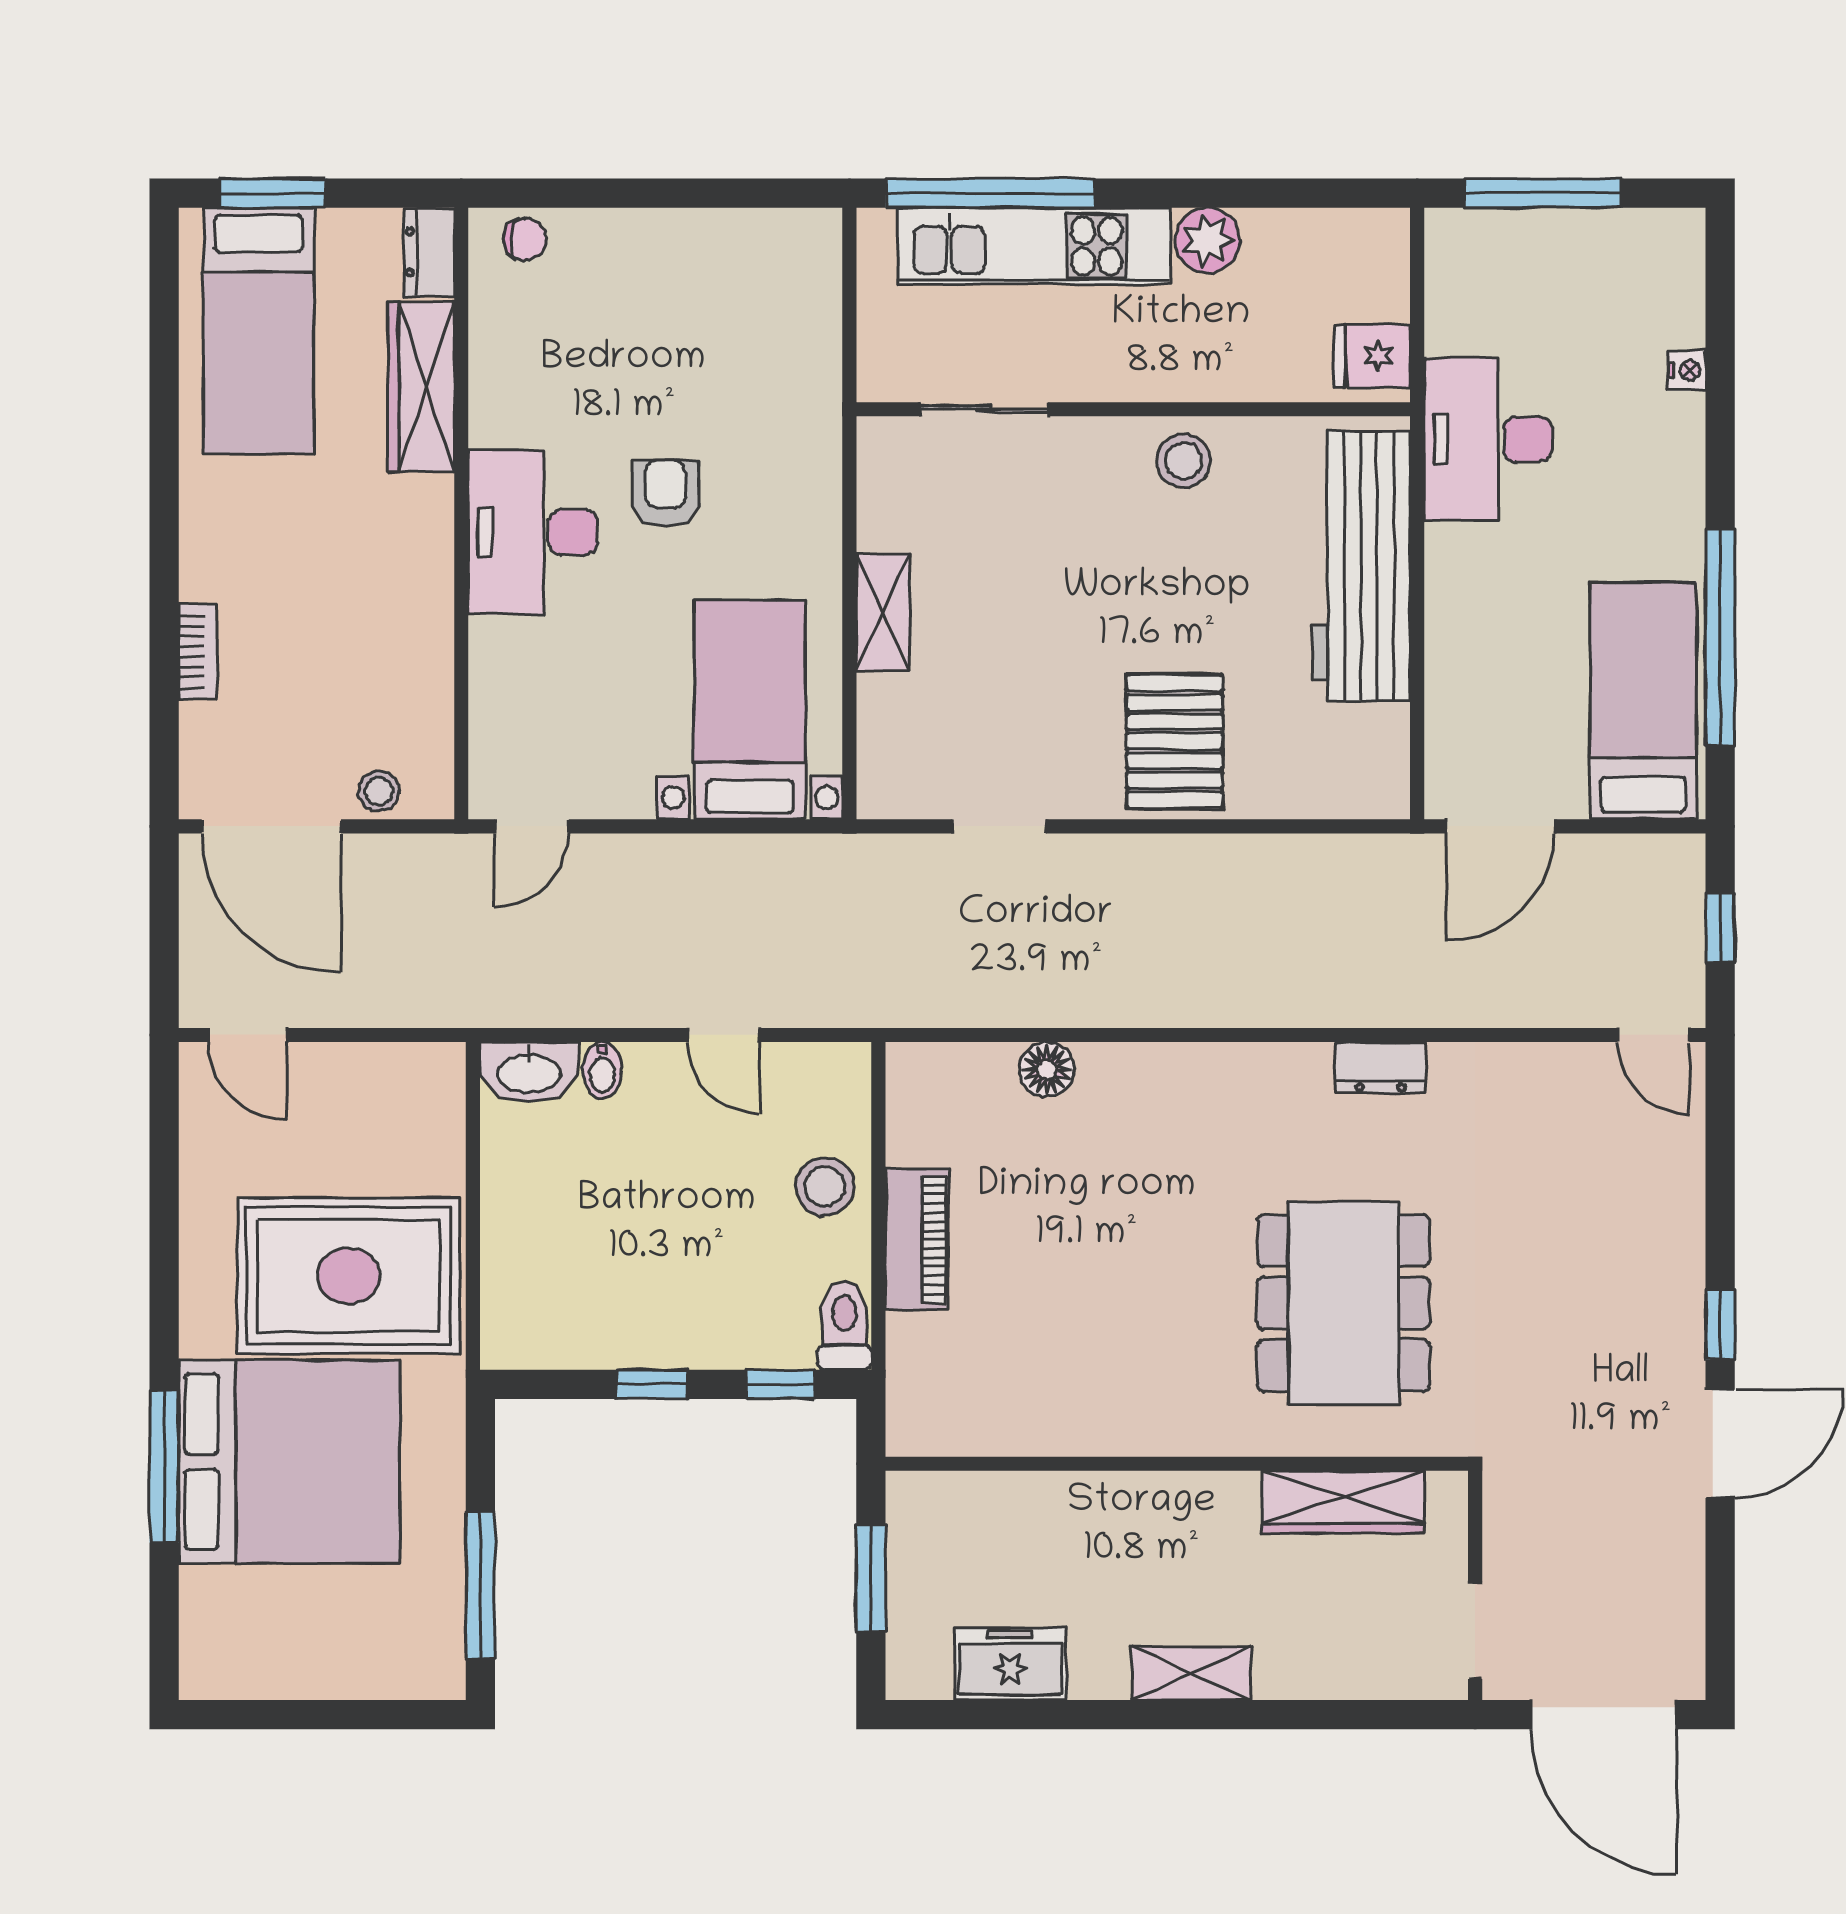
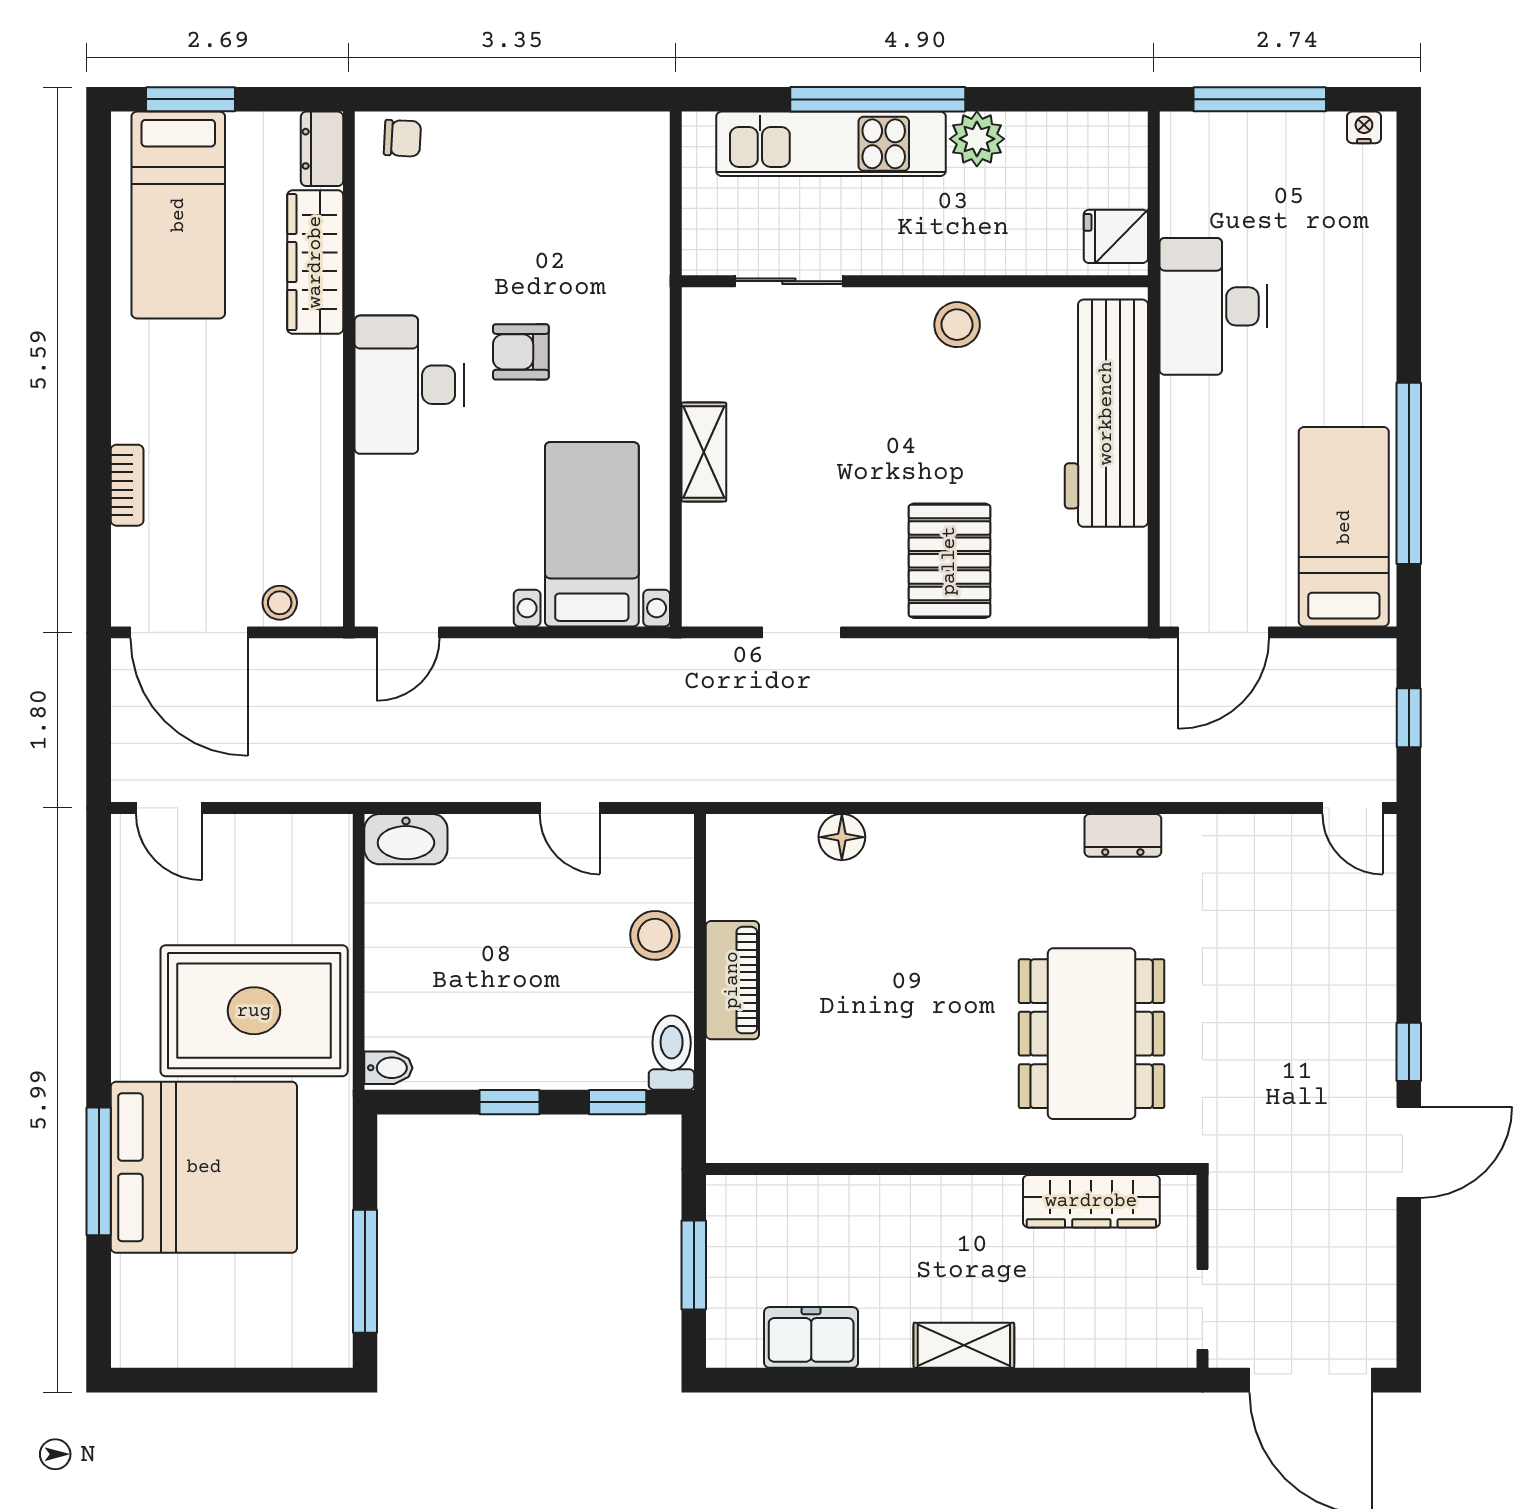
window: (990, 193) -> (878, 99), moved
nightstand: (1687, 370) -> (1364, 127), moved, turned -90
armchair: (665, 493) -> (521, 352), turned -90
bidet: (602, 1070) -> (388, 1068), moved, turned -90

